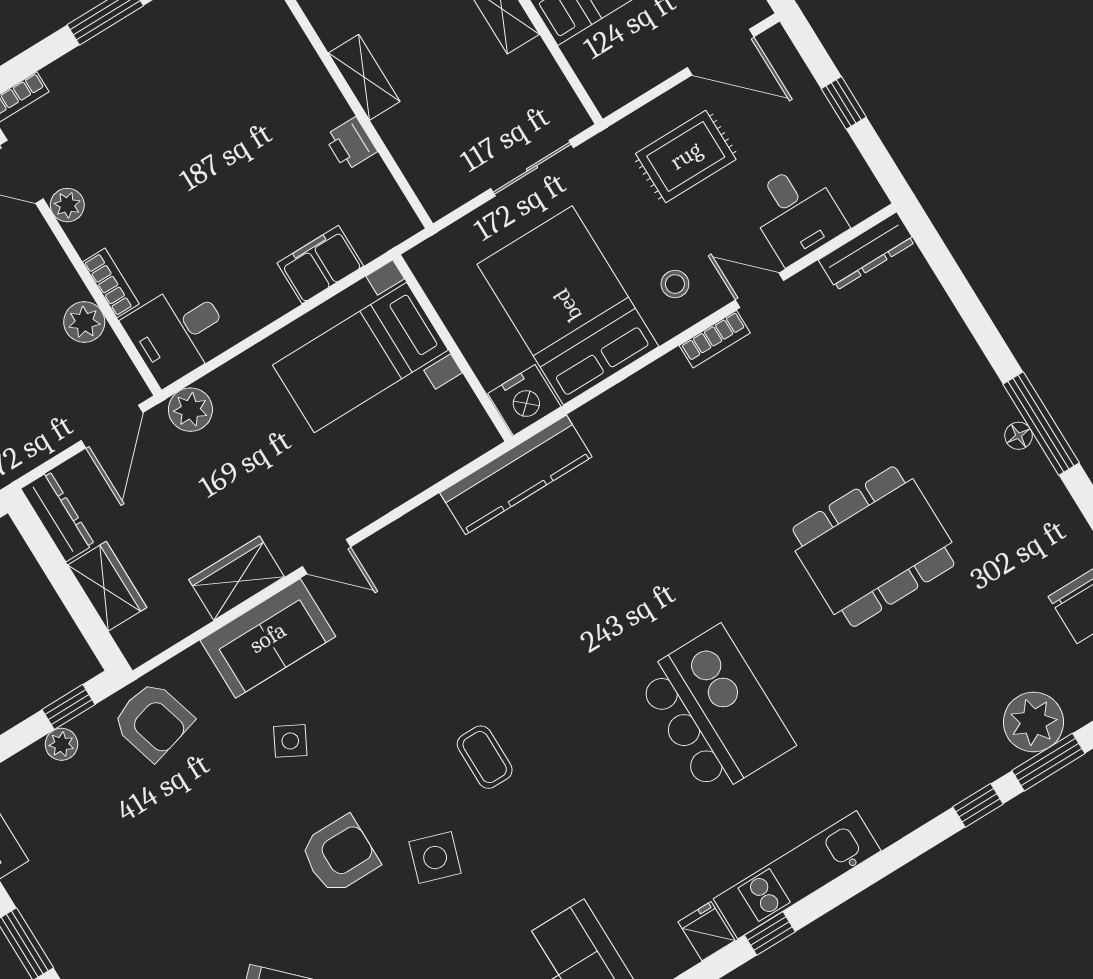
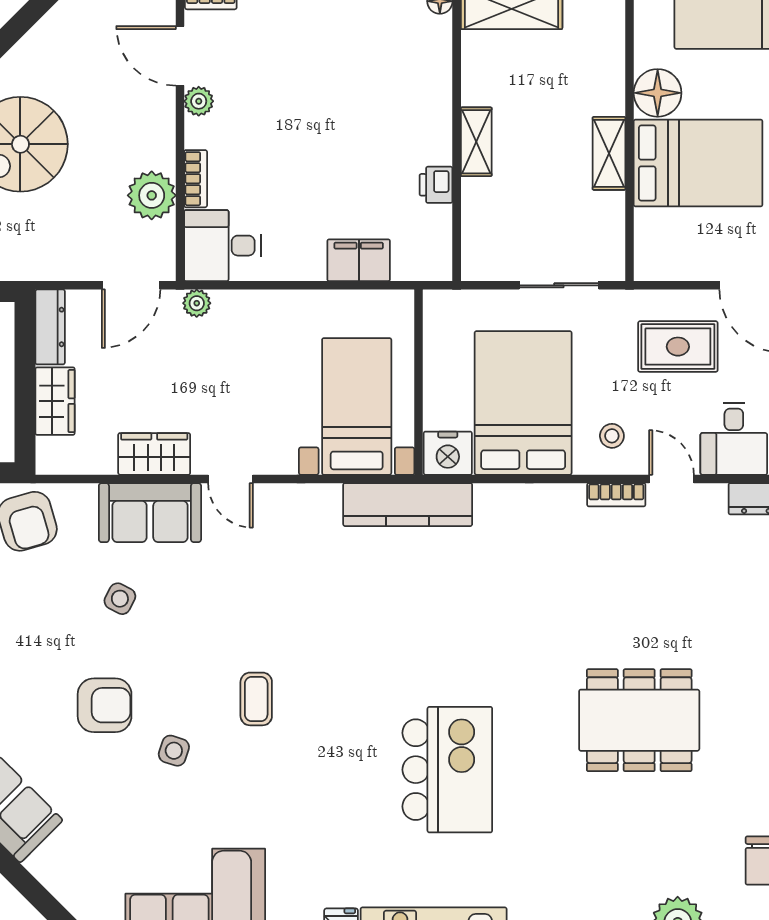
plant: (84, 322) -> (152, 195), width x1.36, depth x1.36
bed with nightstands: (360, 358) -> (357, 406), moved, turned 90
plant: (190, 410) -> (197, 303), width x0.73, depth x0.73
side table: (435, 858) -> (174, 751), width x0.73, depth x0.73

